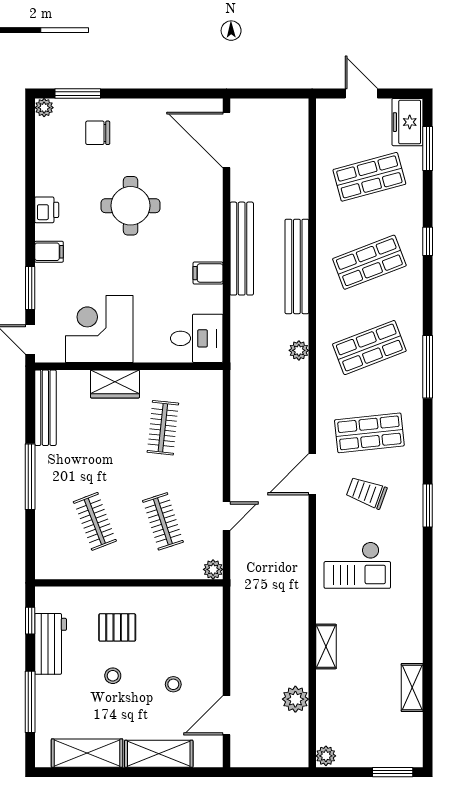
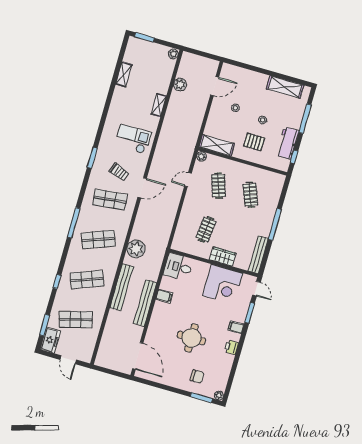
plant: (299, 350) -> (136, 249), width x1.87, depth x1.87
shelving: (159, 754) -> (217, 145), moved

